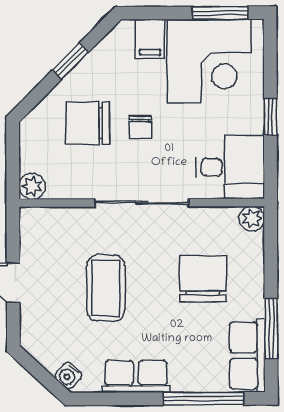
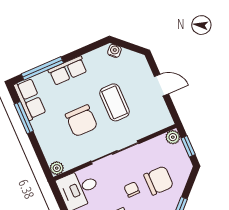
window: (13, 159) -> (188, 146), added
chair: (203, 279) -> (81, 121), moved
row of seats: (136, 376) -> (68, 71), moved

